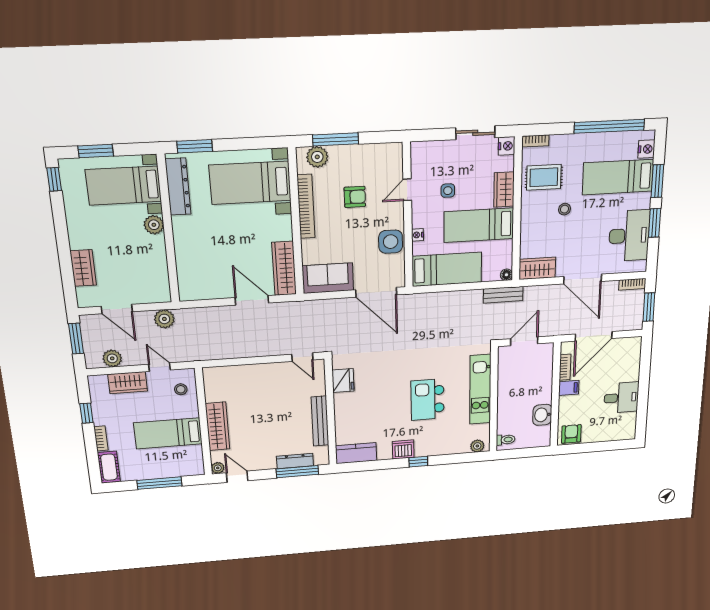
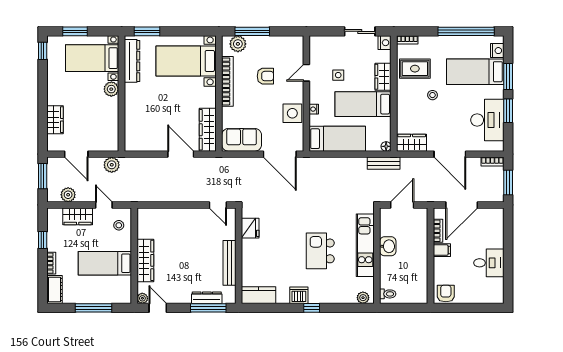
washbasin: (542, 415) -> (388, 246), moved, turned 180

